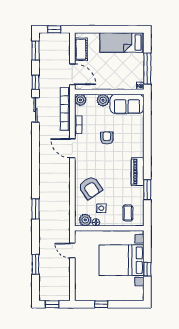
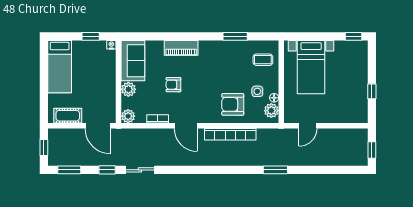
window: (147, 69) -> (91, 36), width x0.46
door: (72, 74) -> (98, 126), swing flipped
bookcase: (65, 109) -> (230, 134), moved
door: (72, 148) -> (186, 126), hinge flipped
piano: (138, 172) -> (181, 48), moved
armchair: (90, 188) -> (233, 104), turned -146
window: (35, 209) -> (275, 170), moved
bed with nightstands: (121, 260) -> (311, 67), width x0.73
window: (35, 264) -> (324, 170), removed
window: (147, 269) -> (354, 36), moved

